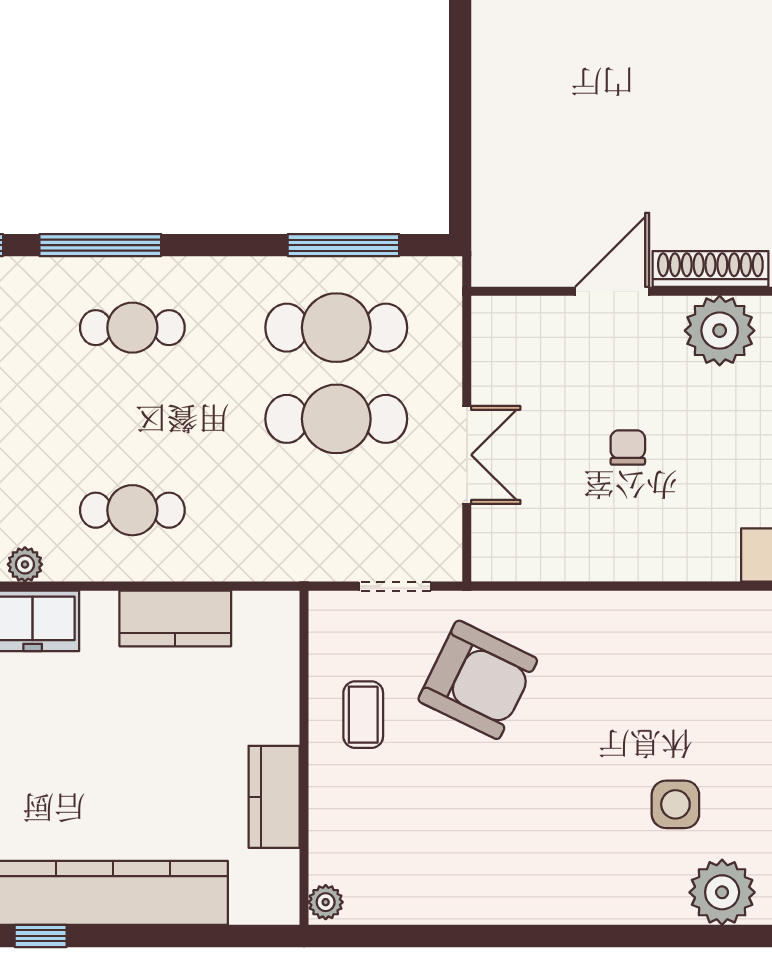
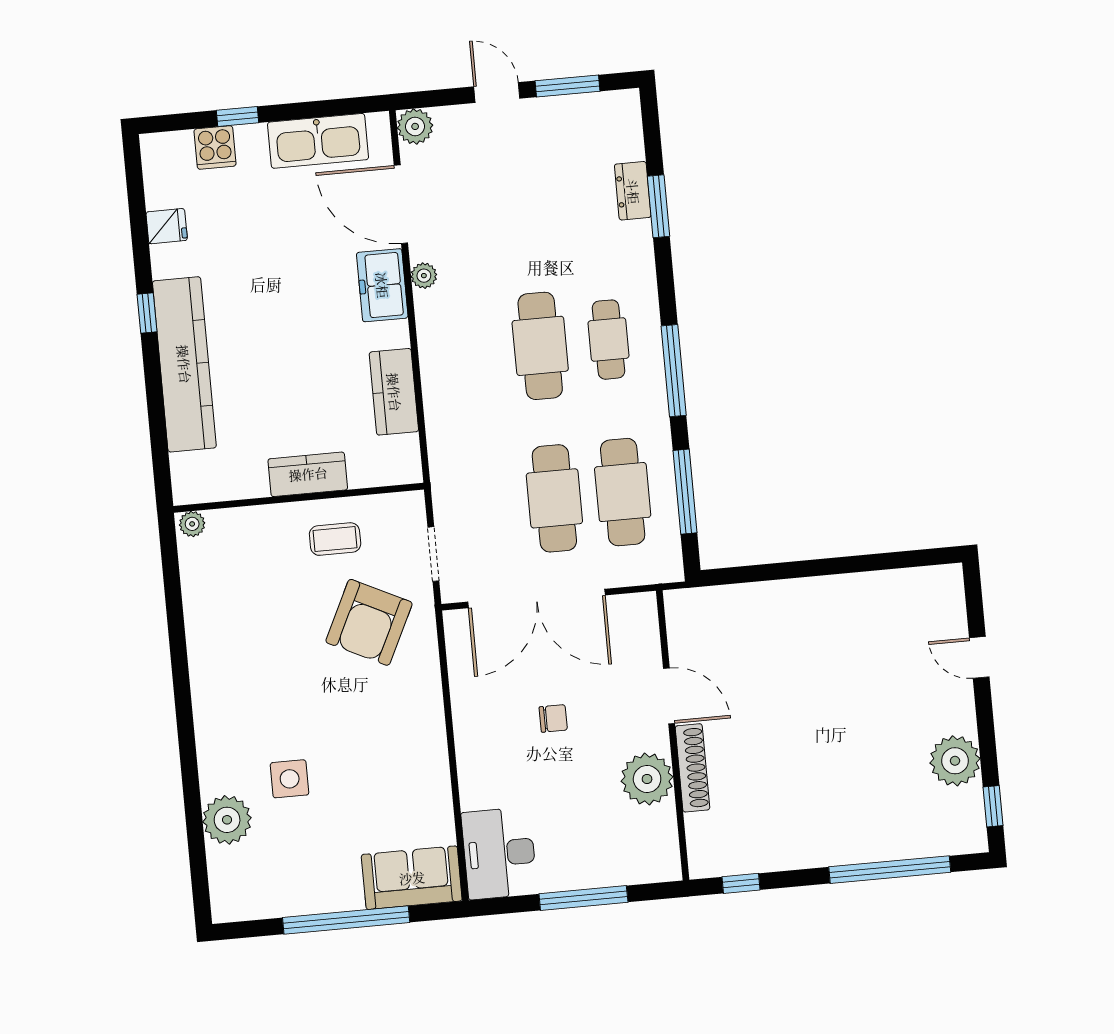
window: (100, 245) -> (674, 371), moved
double door: (467, 455) -> (537, 599), width x1.87
cafe table: (132, 510) -> (540, 346), moved, width x1.37, depth x1.35
kitchen counter: (274, 797) -> (308, 474), moved

